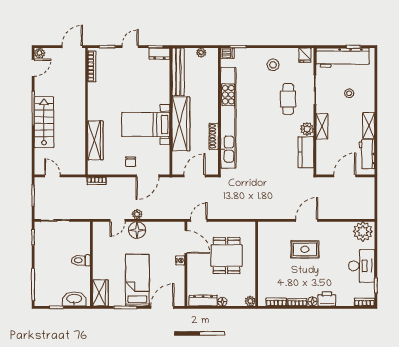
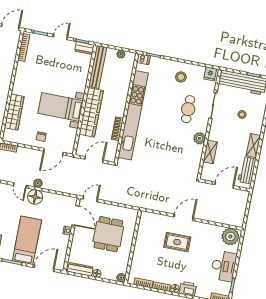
shelving: (322, 126) -> (210, 152), moved
kitchen counter: (306, 152) -> (195, 158), removed
door: (118, 220) -> (20, 185), hinge flipped

